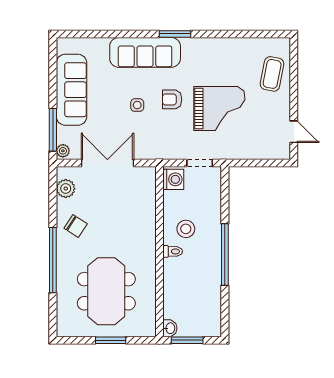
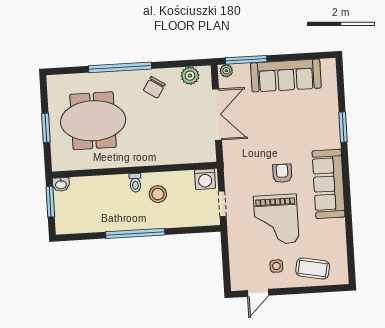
window: (175, 34) -> (343, 127), moved
sofa: (145, 52) -> (329, 184), moved
side table: (137, 105) -> (276, 266), moved

